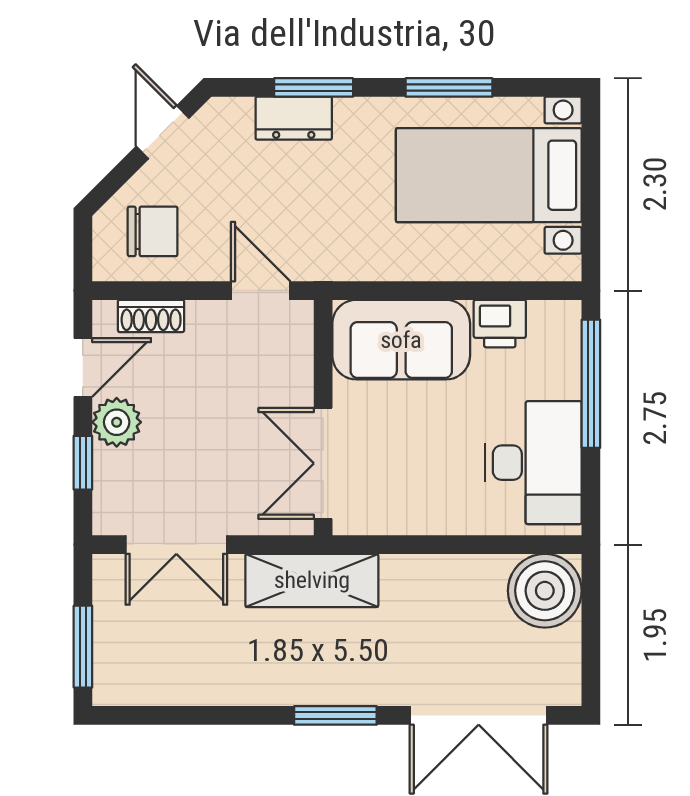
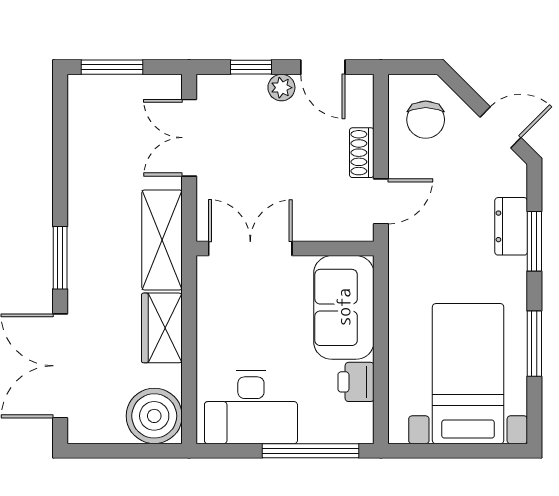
shoe rack: (151, 316) -> (362, 153), moved
plant: (117, 422) -> (281, 88), width x0.73, depth x0.73
wardrobe: (428, 581) -> (162, 328), added

